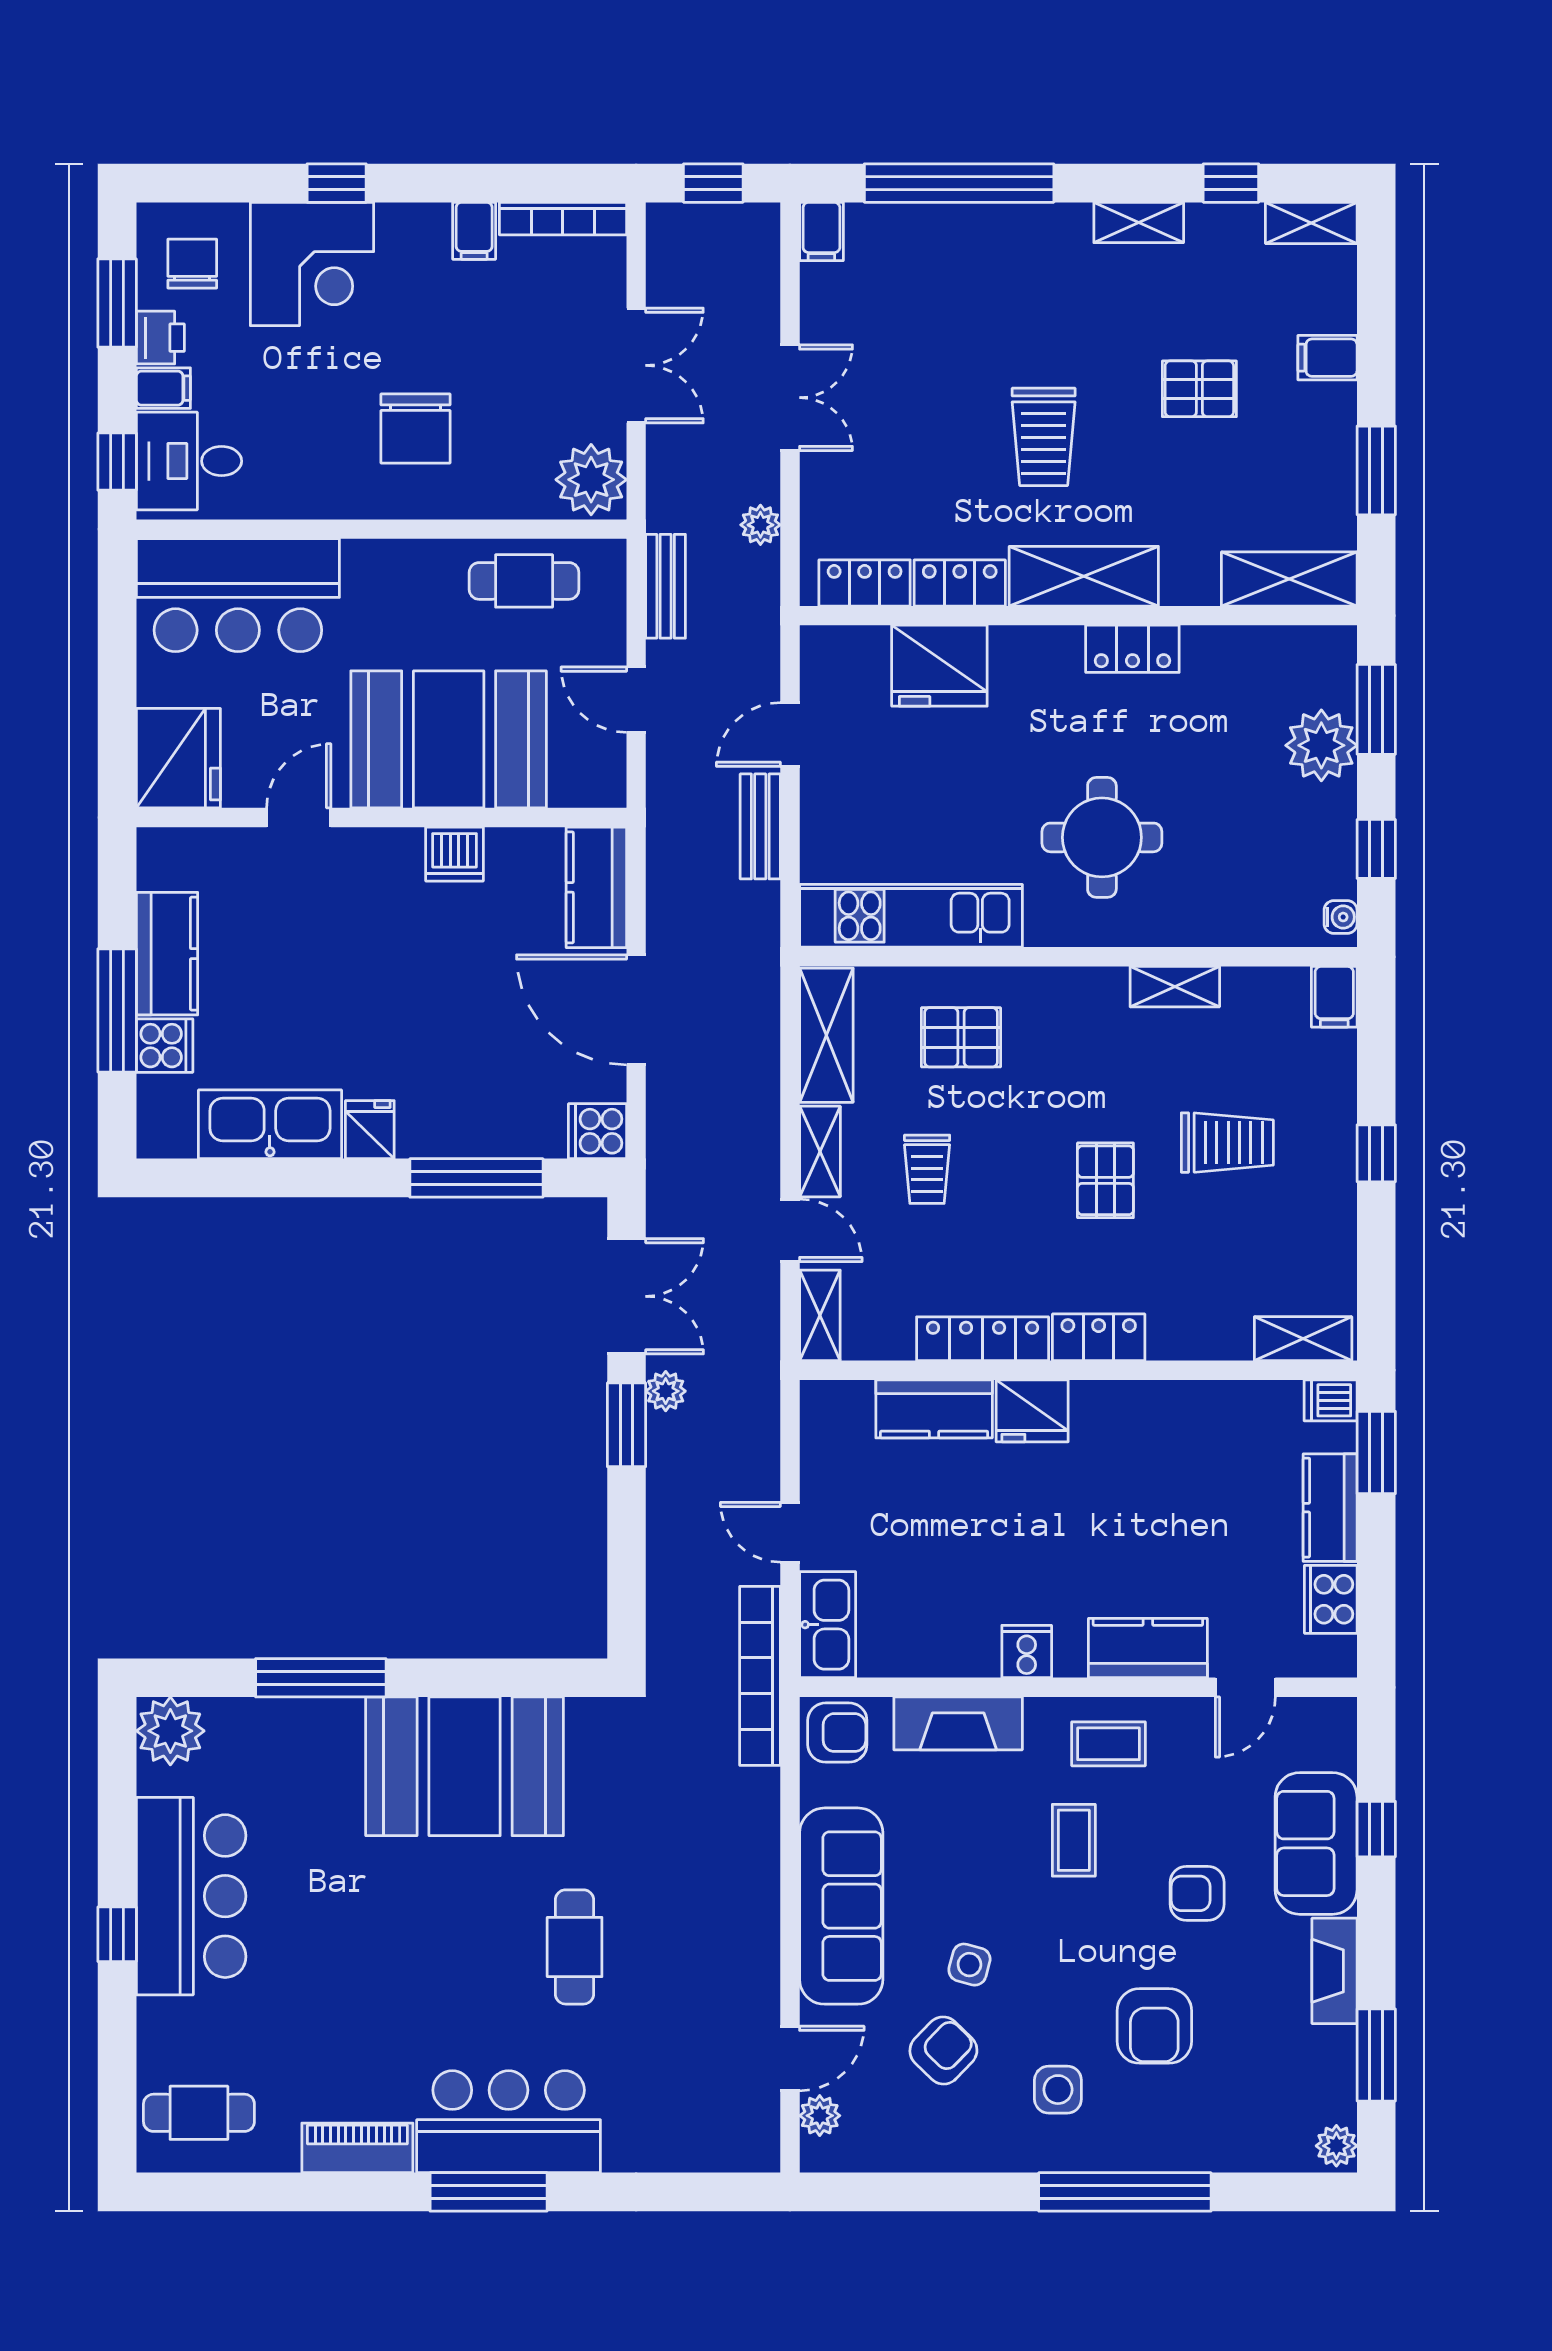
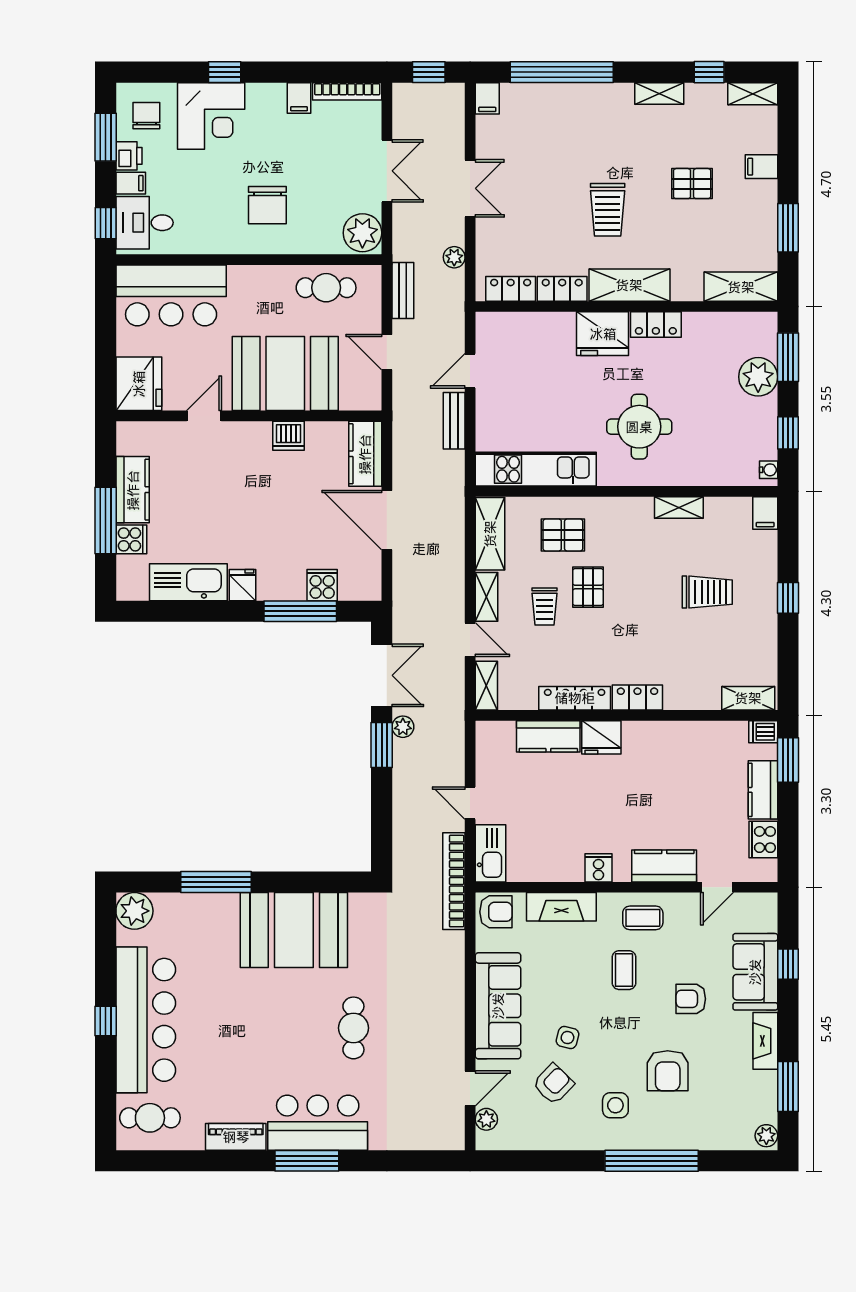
fridge: (939, 666) -> (603, 334), moved
cooker: (597, 1131) -> (322, 585), moved, turned 90
pallet: (1105, 1180) -> (588, 587), moved
bar counter: (191, 1896) -> (146, 1020), width x1.36

